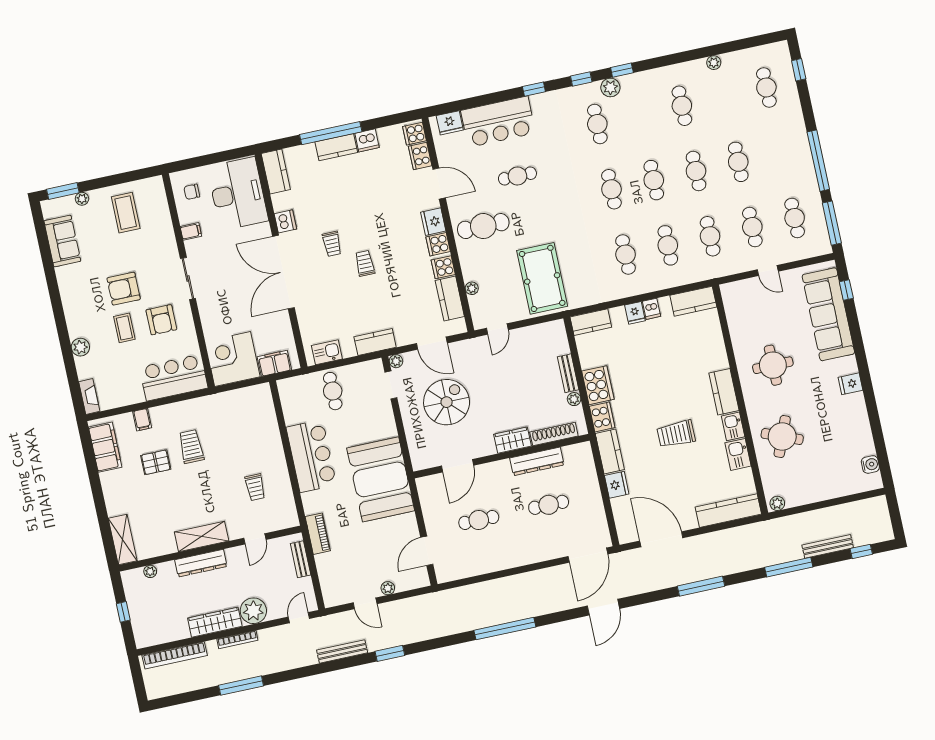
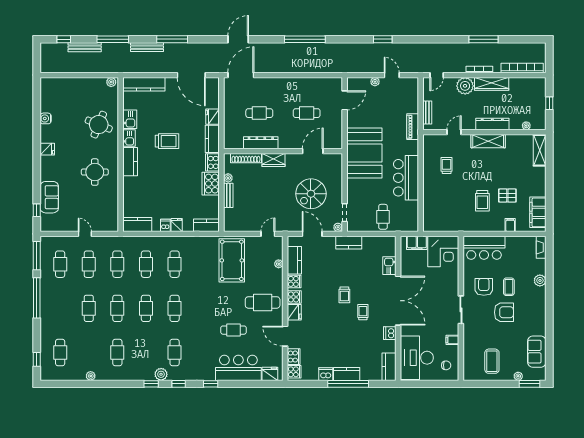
sofa: (828, 314) -> (49, 197), width x0.54, depth x0.79
kitchen sink: (327, 352) -> (389, 266), moved, turned 90
water cooler: (870, 464) -> (46, 118), moved
bench: (342, 651) -> (147, 47), moved

